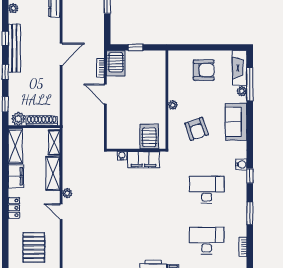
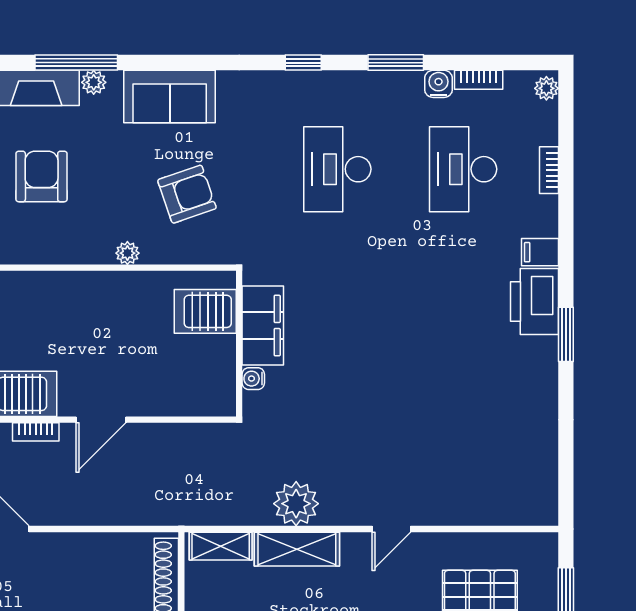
water cooler: (241, 164) -> (439, 84), moved
plant: (67, 193) -> (296, 504), moved, width x1.87, depth x1.87

